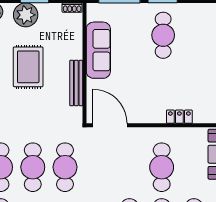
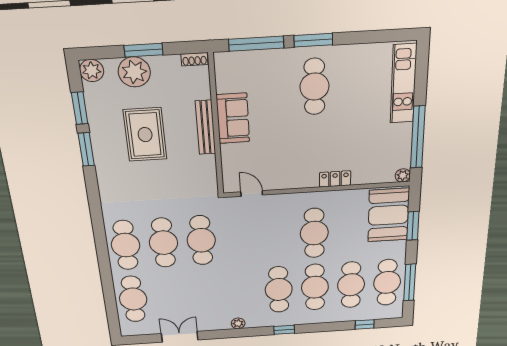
sofa: (98, 50) -> (233, 118), width x0.73
bench: (76, 83) -> (206, 127), moved
door: (110, 125) -> (252, 193), width x0.53

